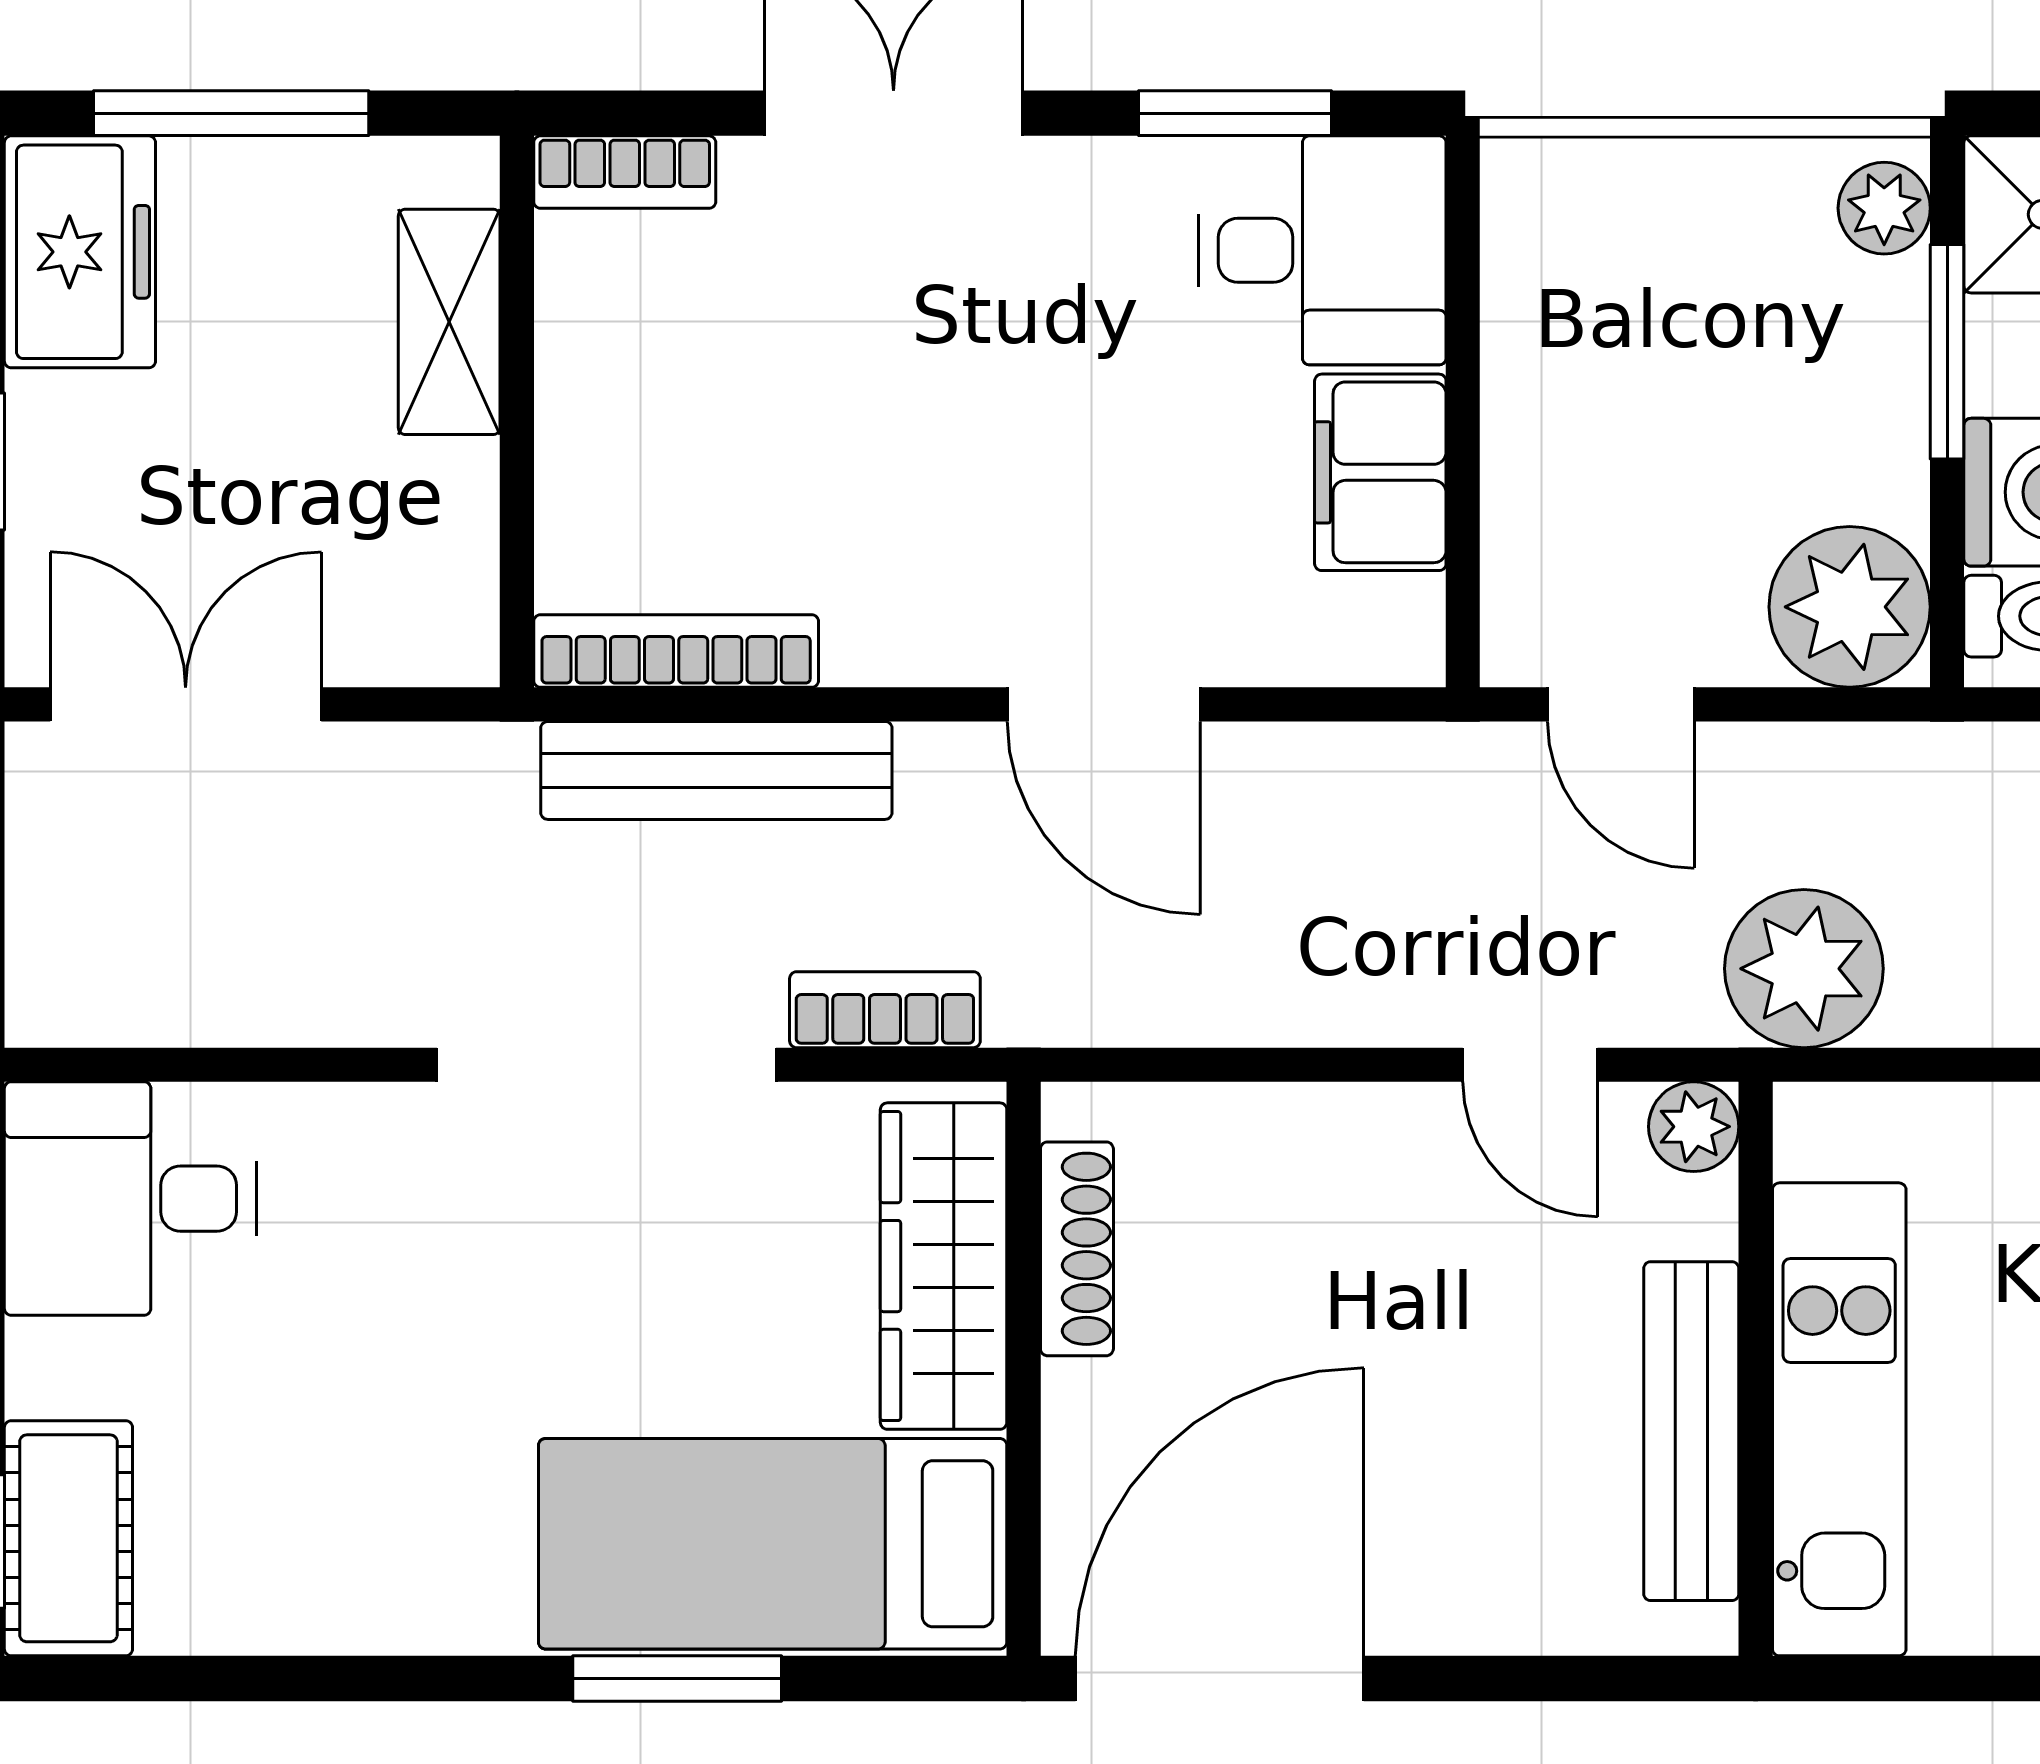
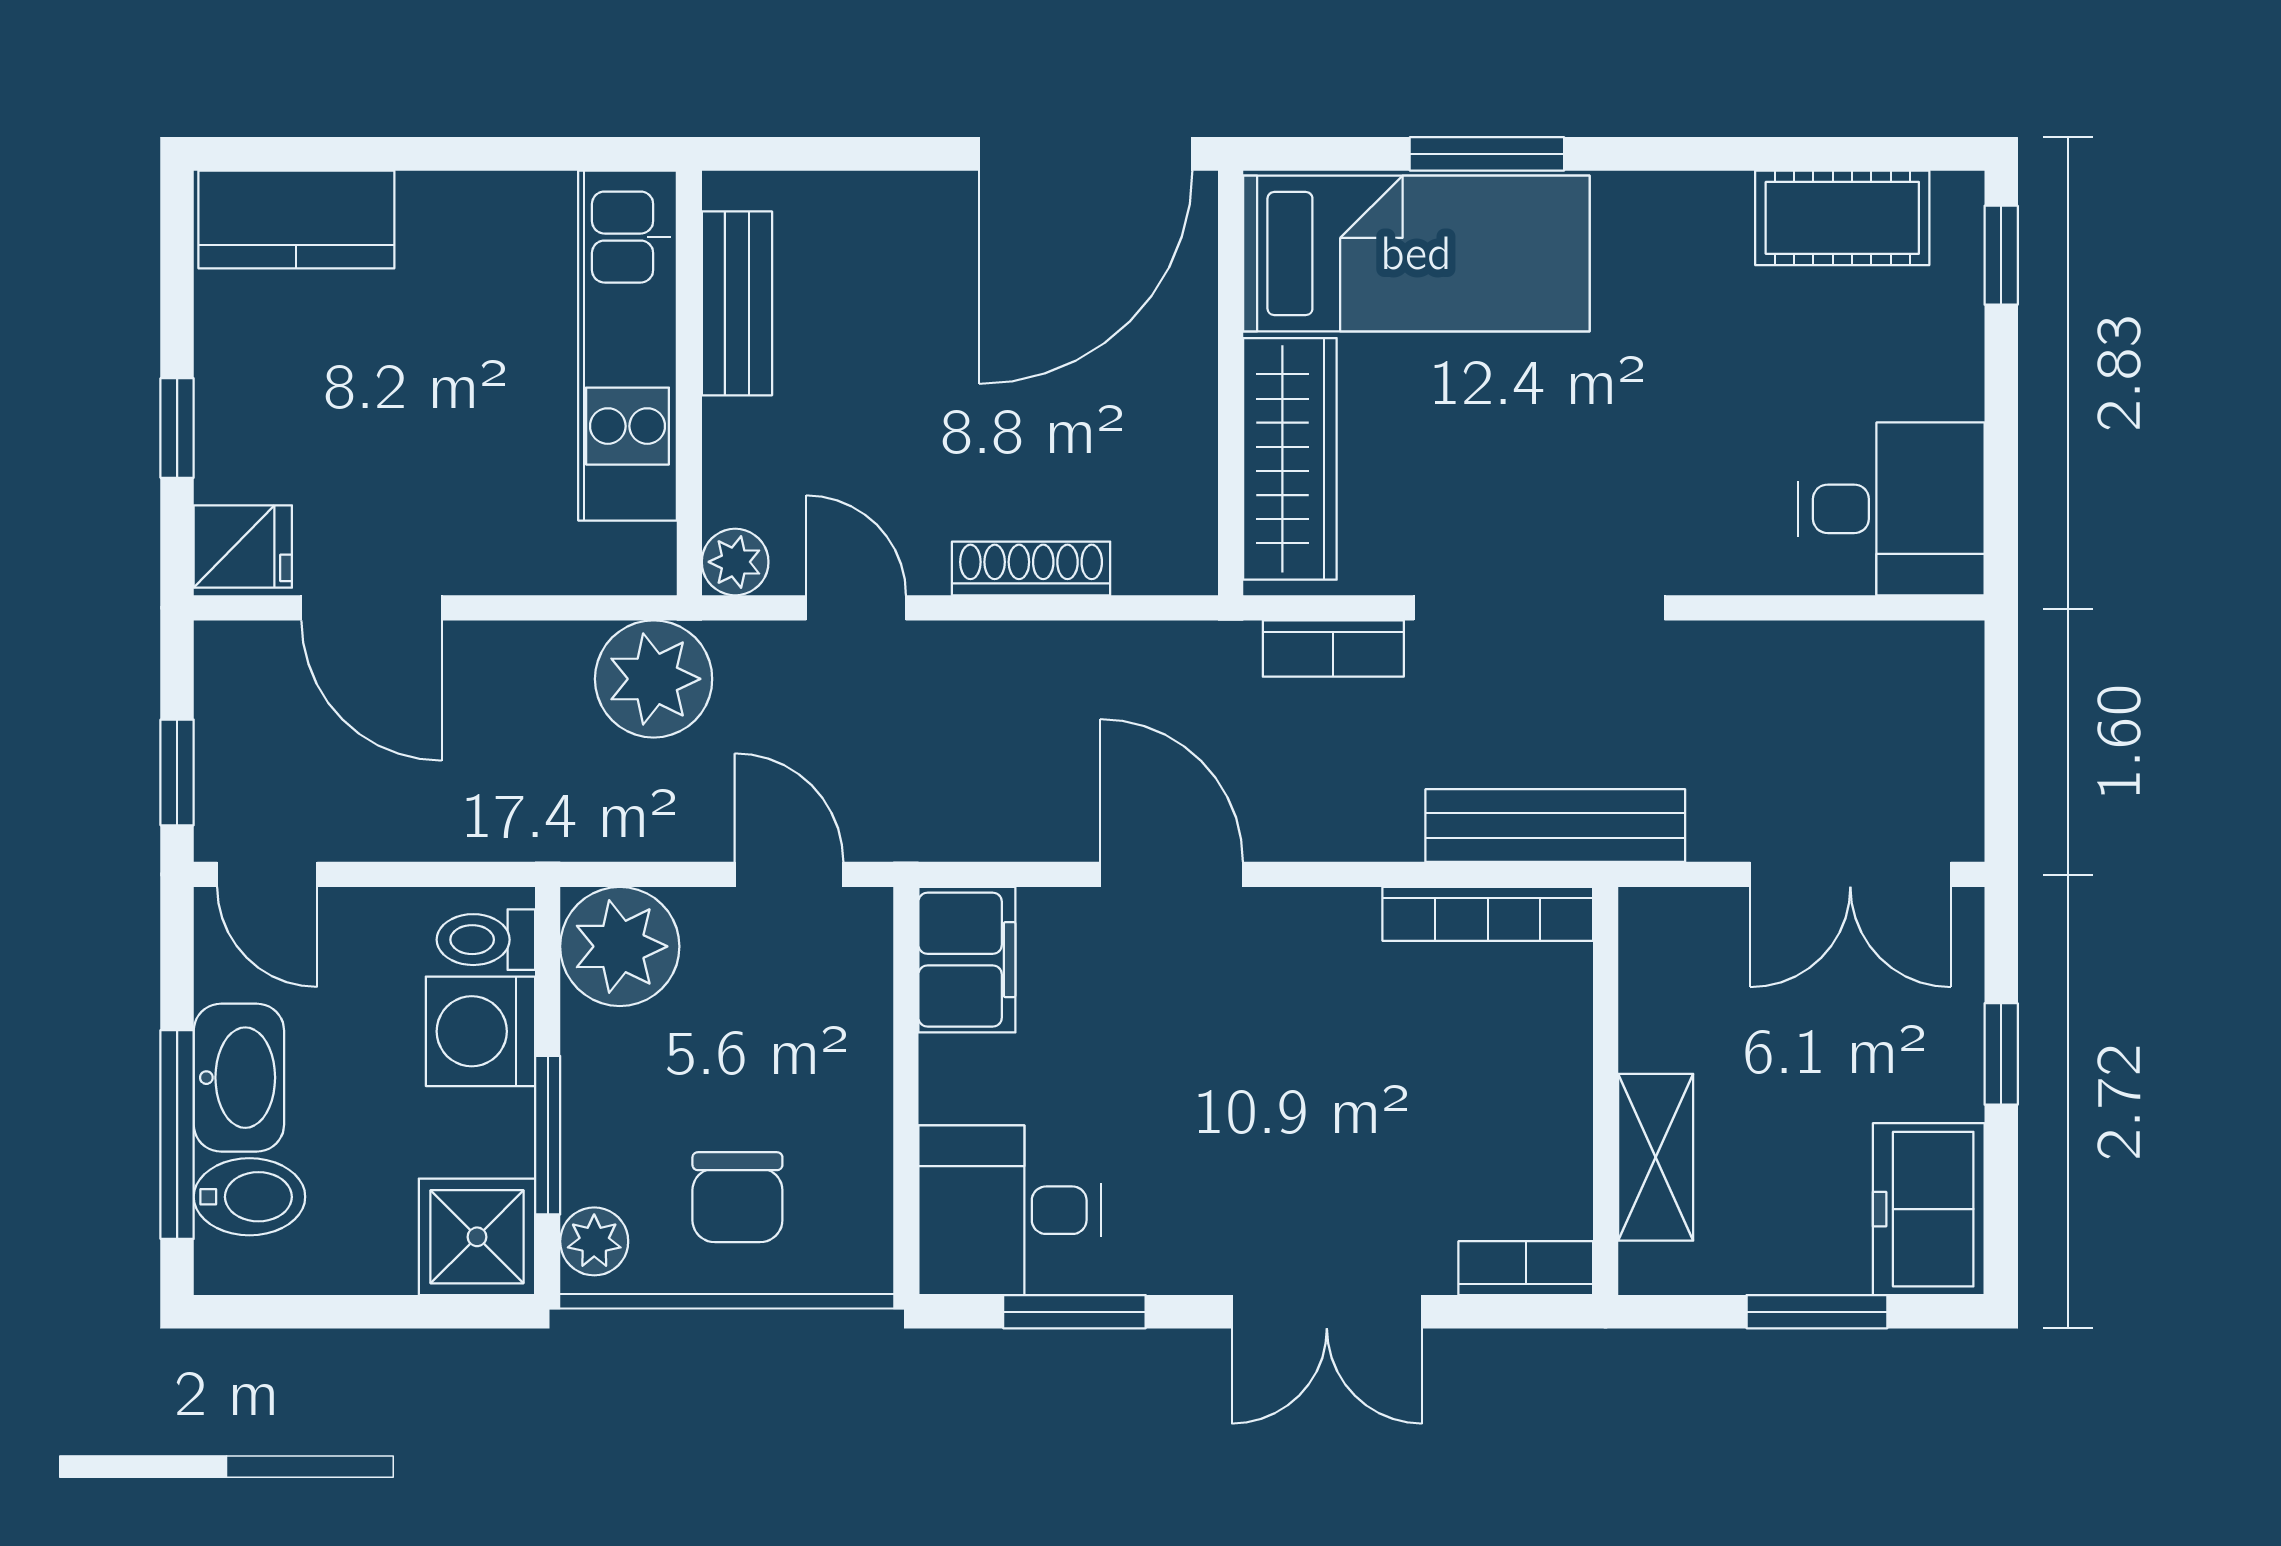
window: (231, 113) -> (1817, 1312), width x0.69
chair: (1691, 268) -> (737, 1197), added
filing cabinet: (1380, 472) -> (967, 960), moved
bench: (716, 770) -> (1555, 826), moved
shoe rack: (1077, 1249) -> (1031, 568), moved, turned 90
bench: (1691, 1431) -> (737, 303), width x0.73
cot: (68, 1538) -> (1842, 218), moved, turned 90

